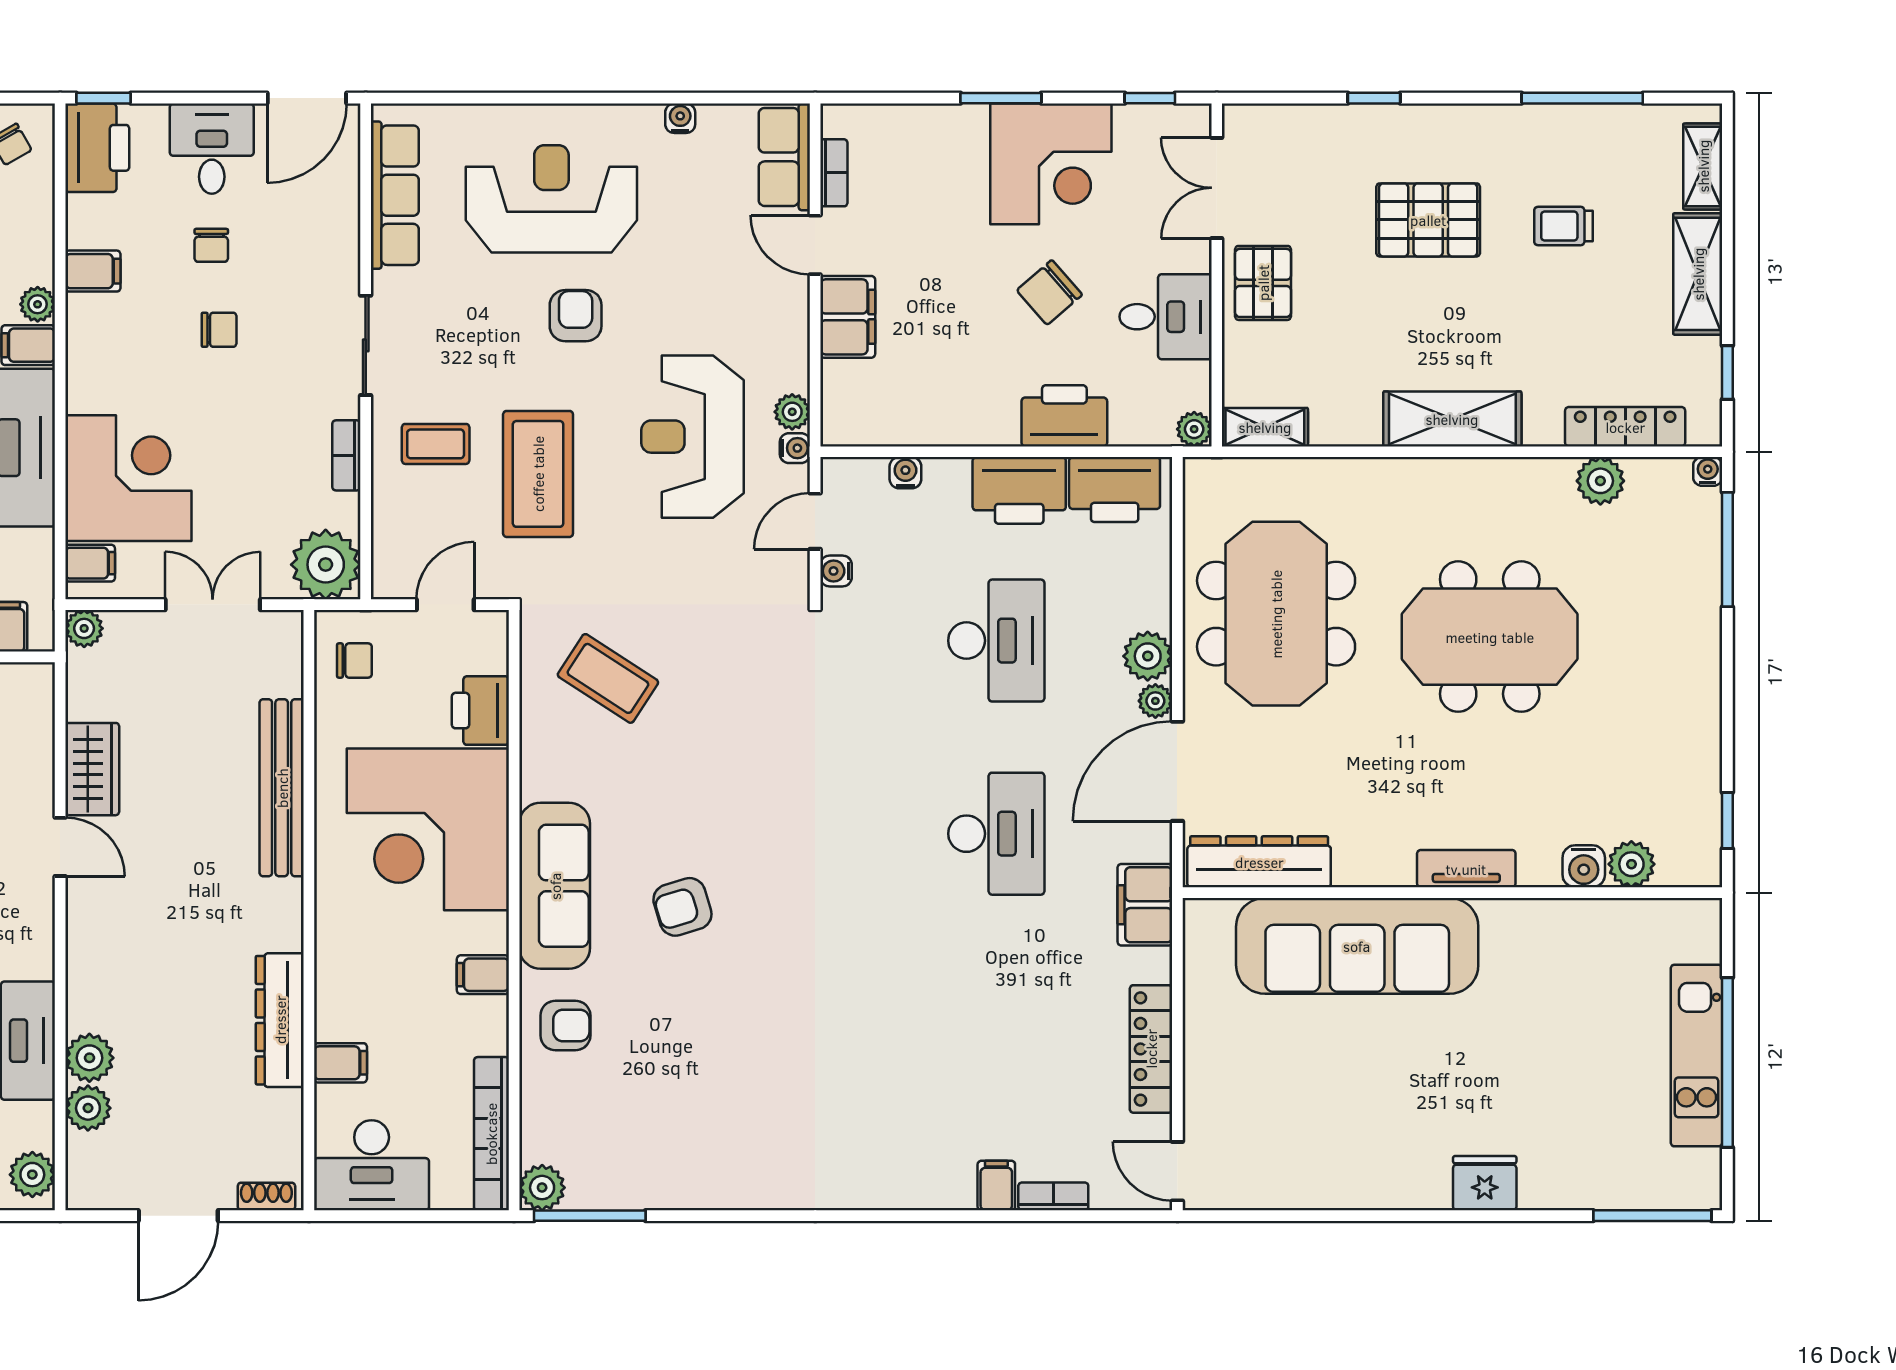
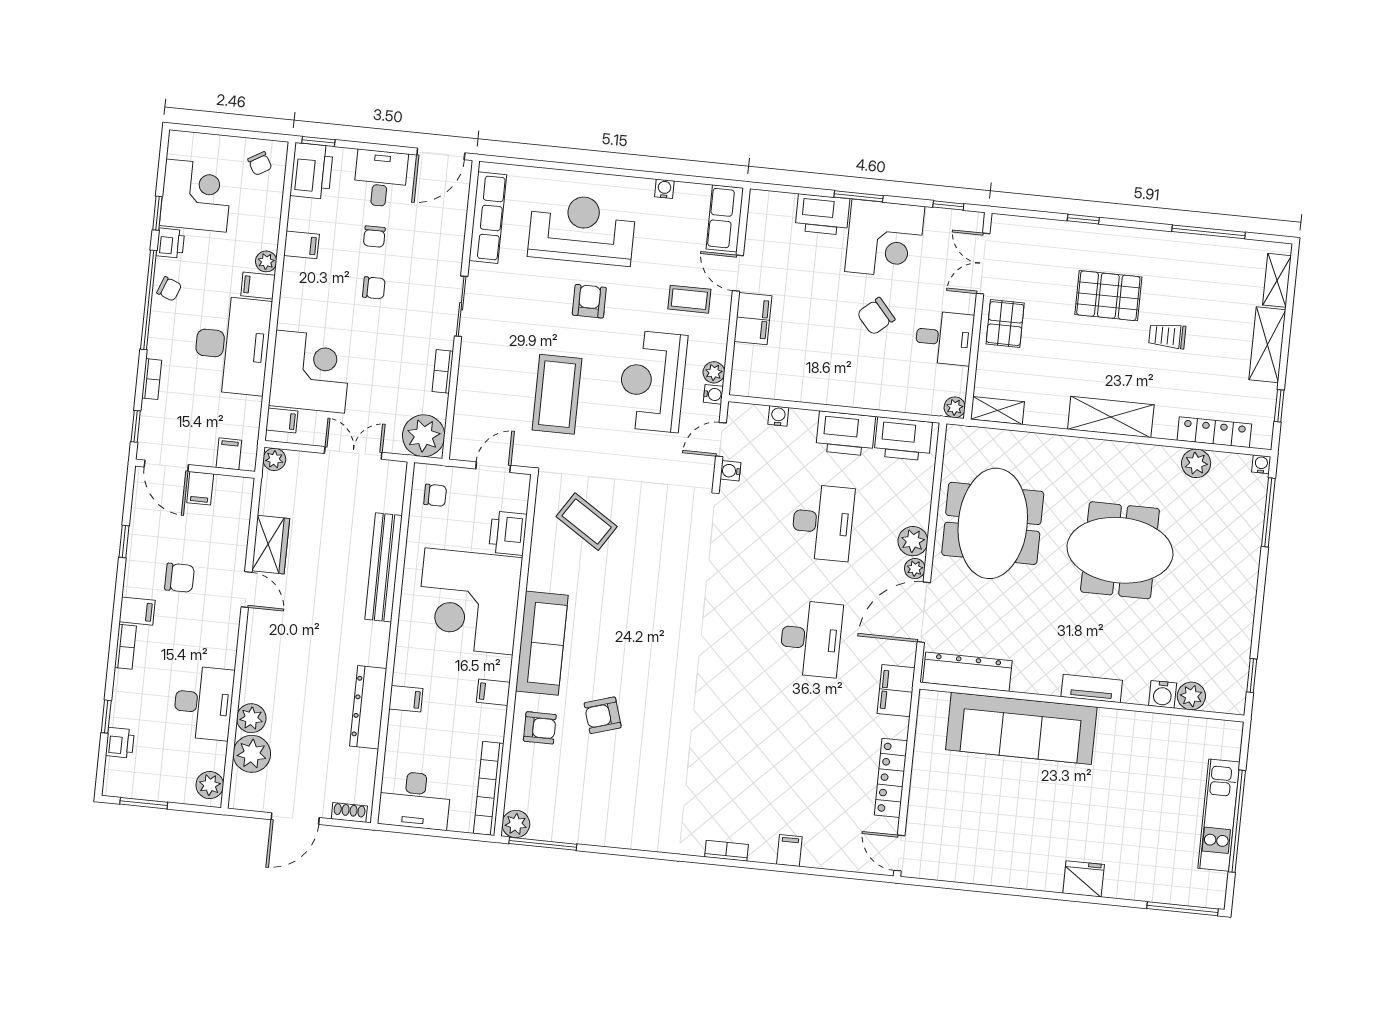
bookcase: (834, 173) -> (754, 231), removed
trolley: (1563, 226) -> (1167, 336), moved
printer: (1064, 416) -> (822, 214), moved, turned 180
coffee table: (436, 444) -> (689, 299), moved
armchair: (682, 907) -> (603, 715), moved
filing cabinet: (340, 1063) -> (406, 699), moved
plant: (88, 1108) -> (252, 754), width x1.36, depth x1.36
bookcase: (1053, 1196) -> (726, 851), moved

